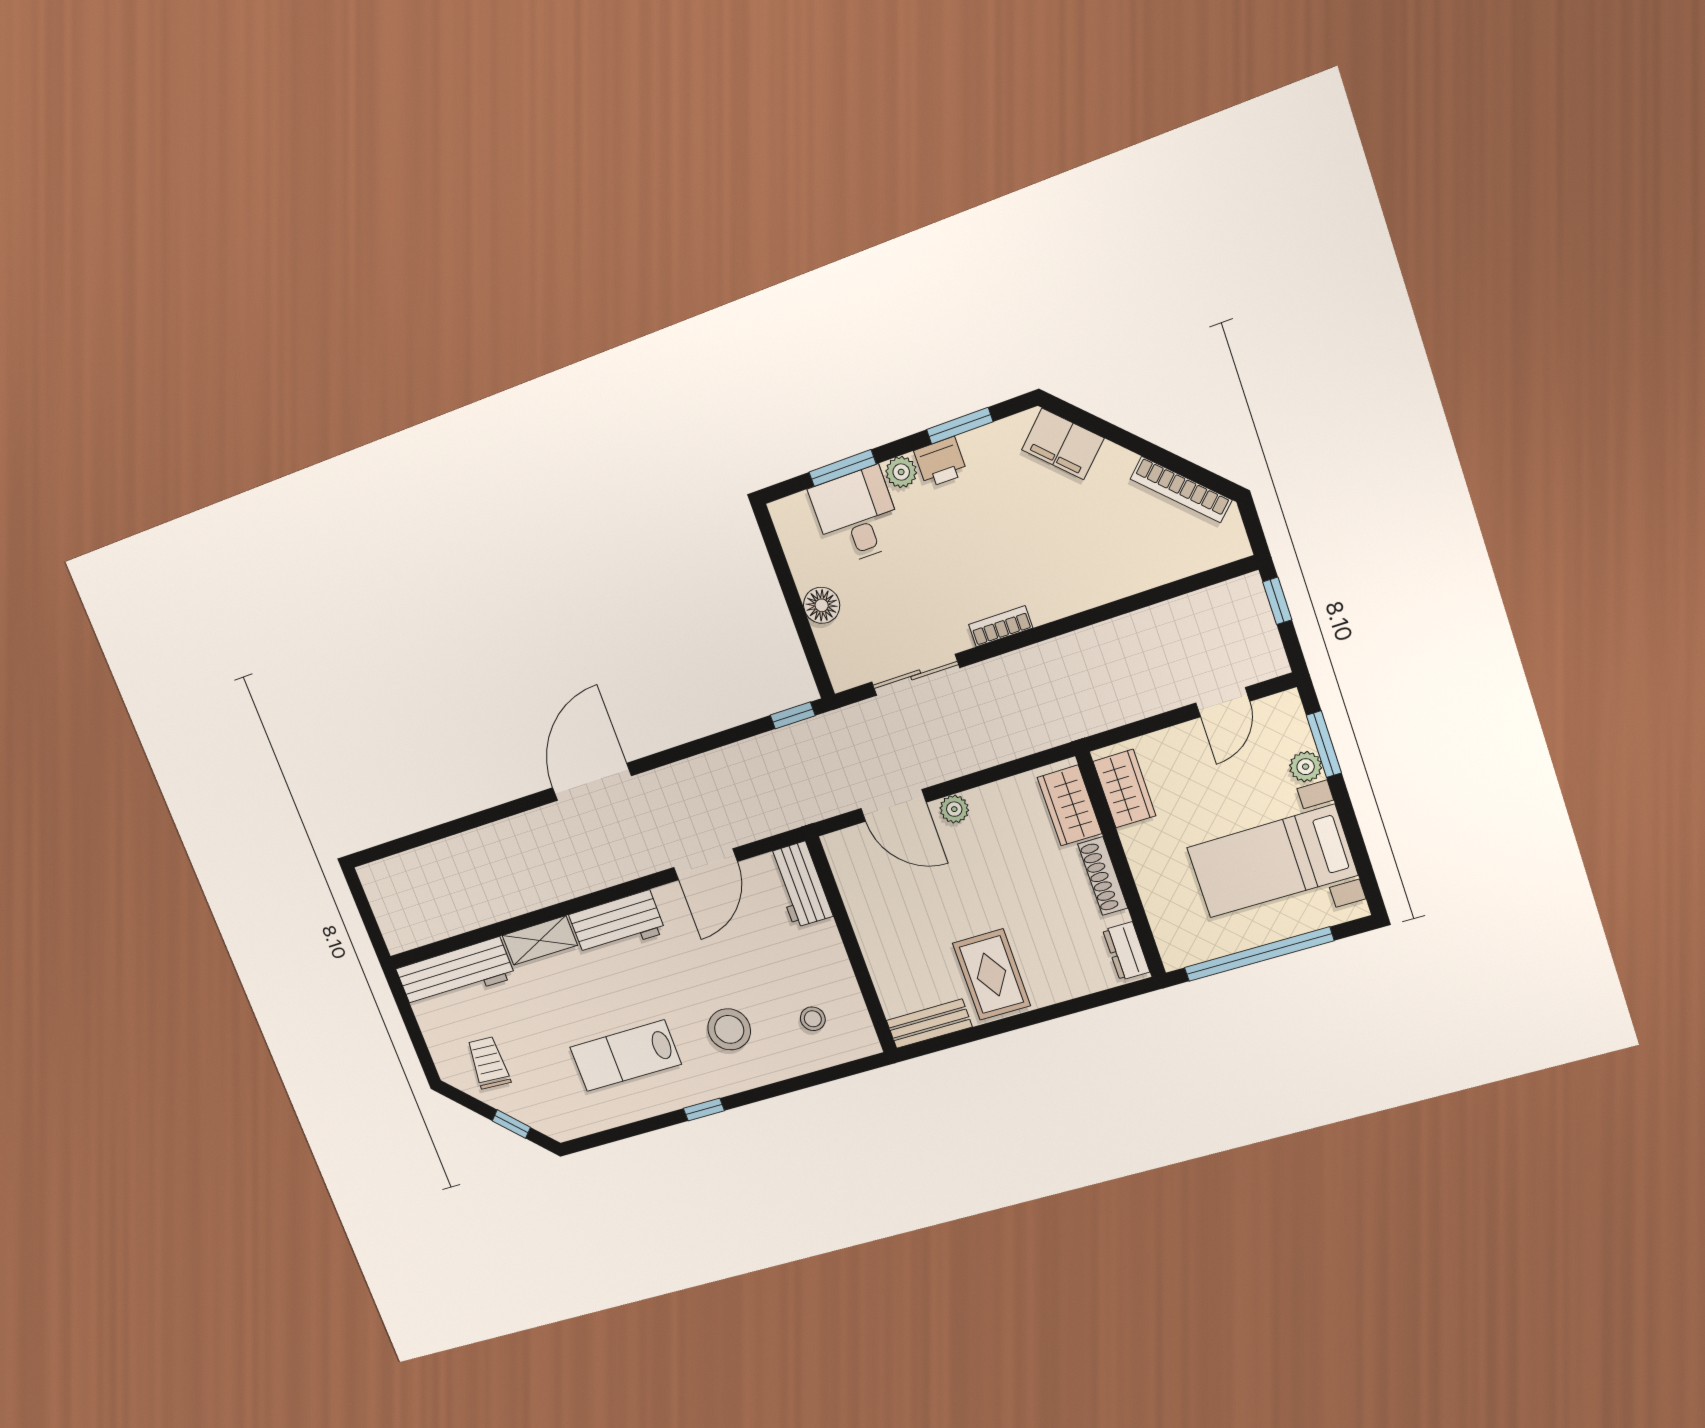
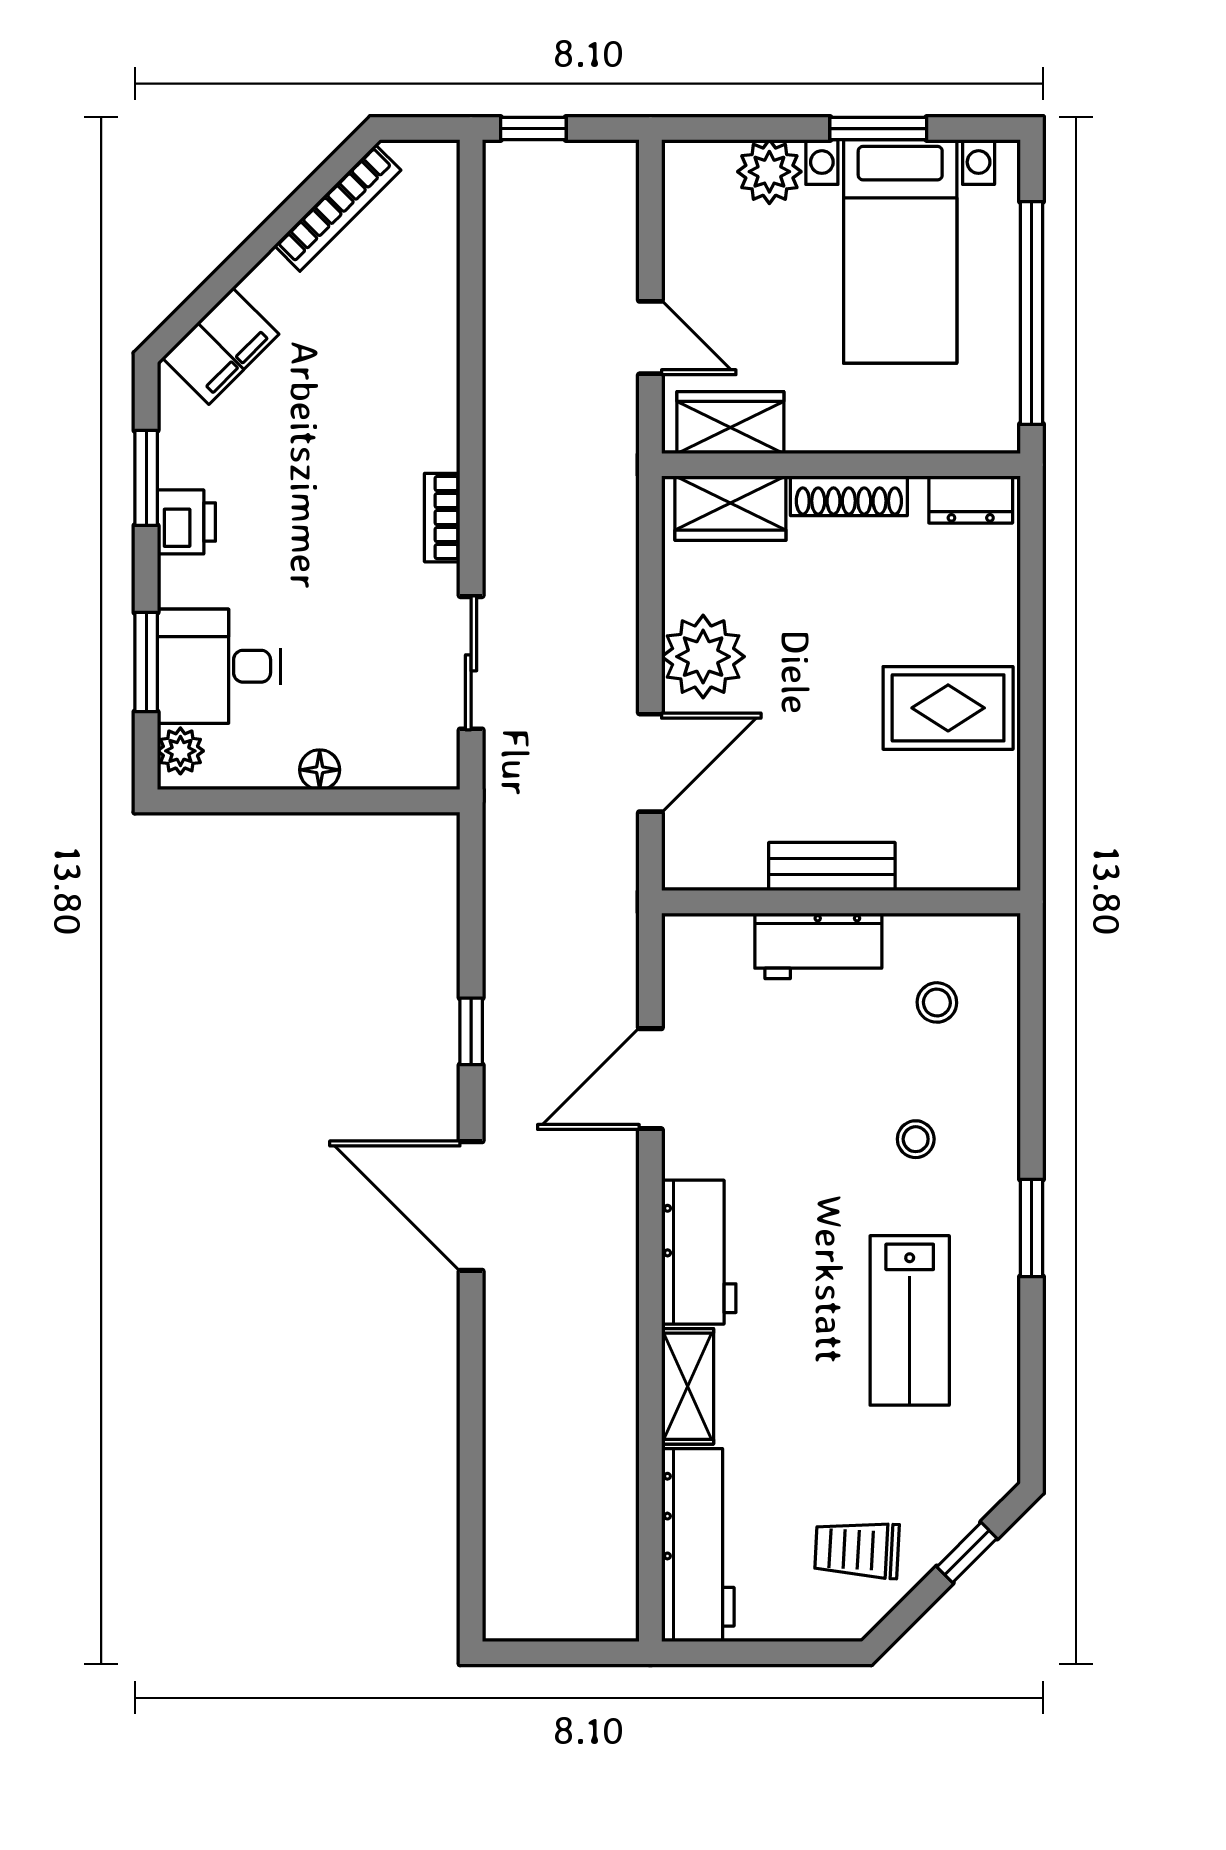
plant: (901, 472) -> (180, 751), moved
floor lamp: (822, 605) -> (320, 770), width x0.73, depth x0.73
door: (1223, 702) -> (650, 338), moved
window: (793, 715) -> (471, 1031), moved
window: (1324, 744) -> (878, 129), moved
plant: (1306, 767) -> (769, 172), width x1.38, depth x1.38
plant: (954, 809) -> (703, 657), width x1.88, depth x1.88
door: (705, 864) -> (650, 1079), swing flipped
workbench: (800, 885) -> (818, 946), moved
bench: (929, 1024) -> (832, 866), moved, turned 90
stool: (729, 1029) -> (916, 1139), width x0.53, depth x0.53
window: (704, 1110) -> (1031, 1228), width x1.50

